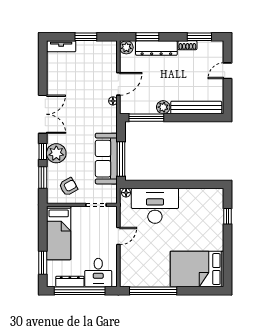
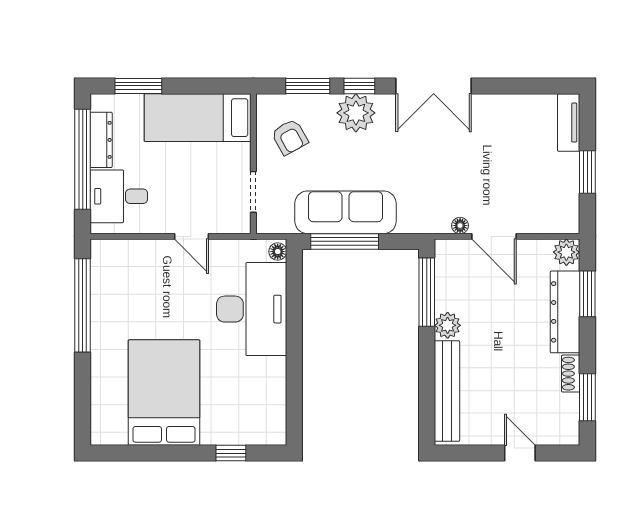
bed: (197, 269) -> (164, 393), moved

